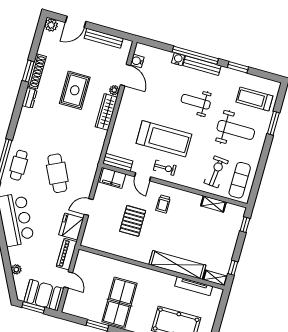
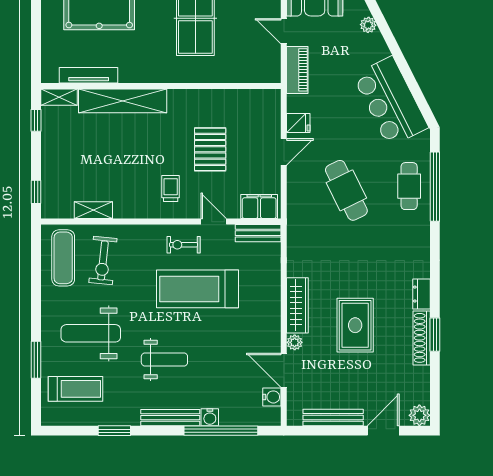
window: (195, 55) -> (221, 431), moved
fridge: (71, 227) -> (298, 123), width x0.53, depth x0.75

